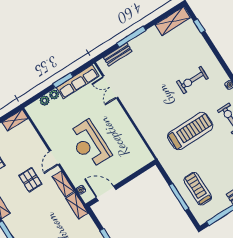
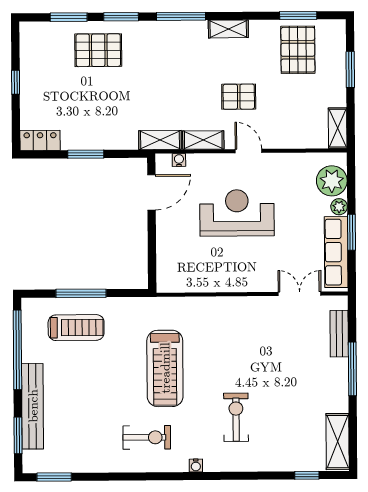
plant: (45, 101) -> (332, 181), width x1.87, depth x1.87

